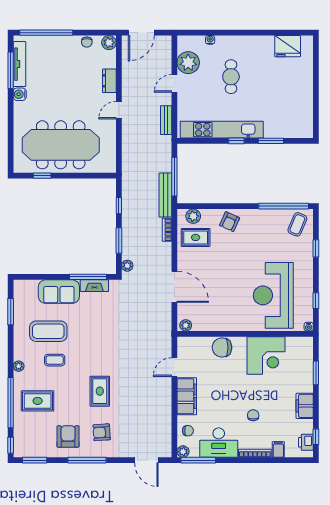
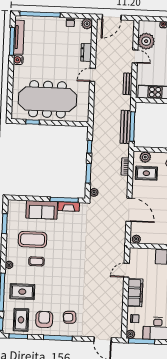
door: (174, 83) -> (135, 56), swing flipped
bench: (165, 195) -> (125, 127), moved
rug: (100, 391) -> (21, 320), moved

